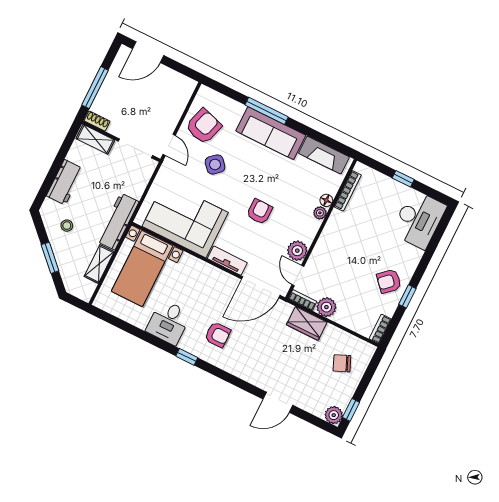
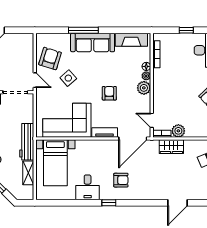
plant: (297, 251) -> (144, 88), moved

